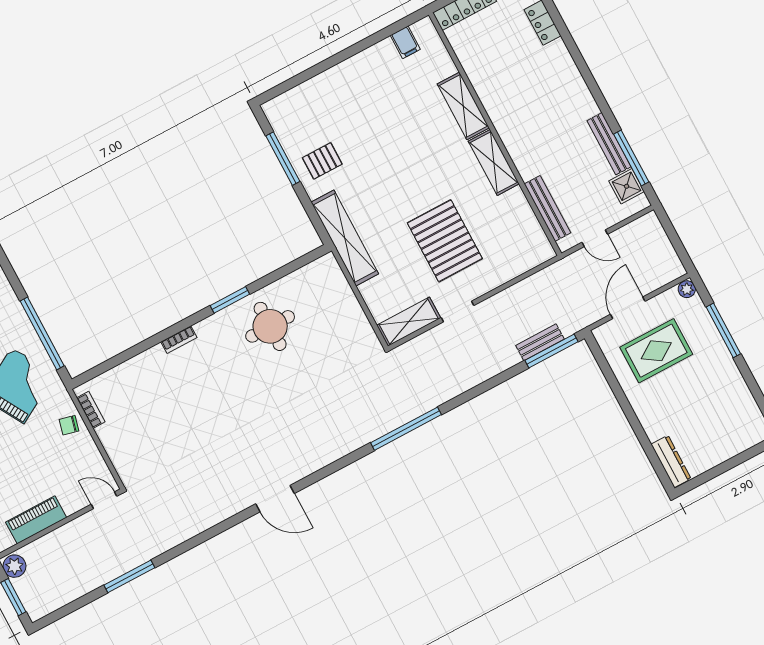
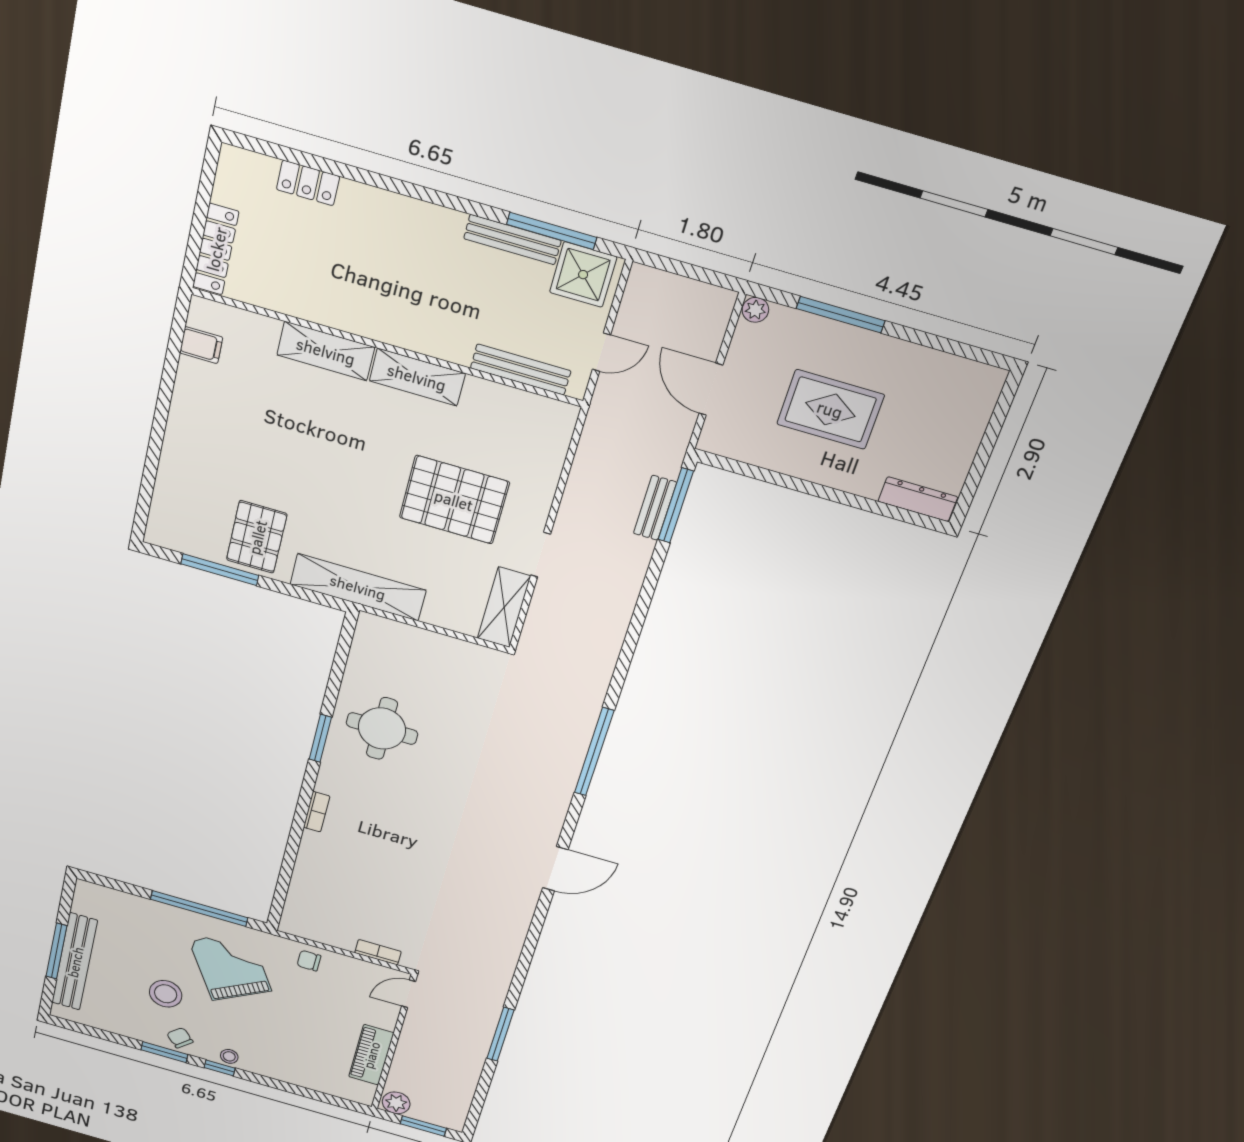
pallet: (322, 161) -> (257, 537), width x1.50, depth x1.42
shower: (627, 186) -> (583, 275), width x1.36, depth x1.36
rug: (656, 351) -> (830, 409), moved, turned 90
bookcase: (91, 410) -> (378, 952), moved
chair: (69, 425) -> (309, 961), turned 76
window: (406, 429) -> (594, 752), moved

